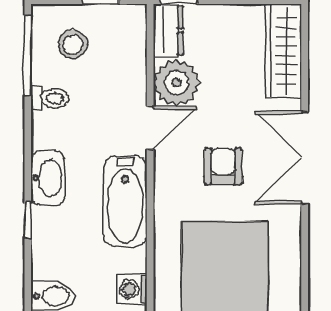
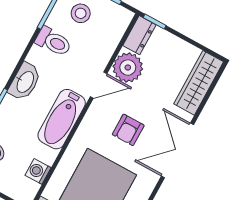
toilet: (50, 98) -> (53, 42), width x1.37, depth x1.39
armchair: (223, 167) -> (128, 130), turned 180

